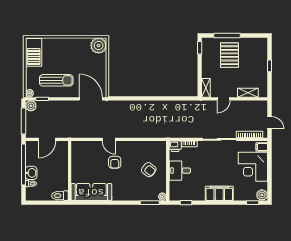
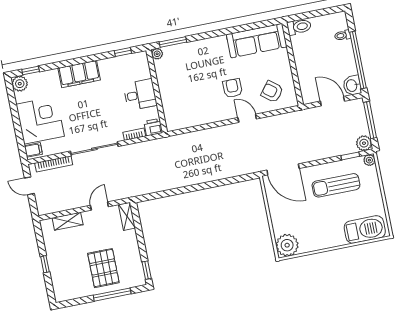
barbecue: (34, 52) -> (365, 229), moved, turned 90
door: (47, 139) -> (332, 101), hinge flipped
armchair: (149, 170) -> (272, 92), moved
washbasin: (31, 173) -> (352, 85), moved

